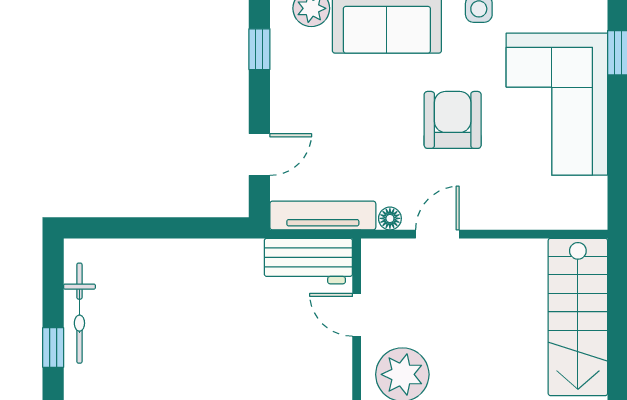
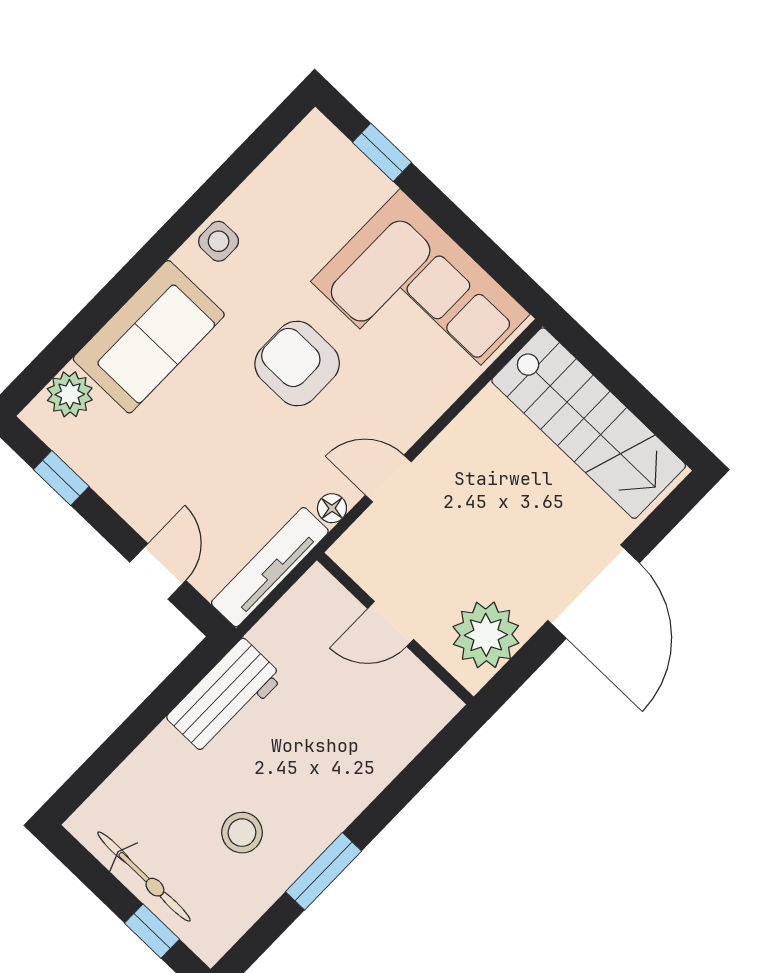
corner sofa: (557, 104) -> (420, 298), moved
door: (437, 234) -> (388, 479), hinge flipped
workbench: (308, 261) -> (225, 697), moved
stool: (158, 345) -> (242, 833), added

